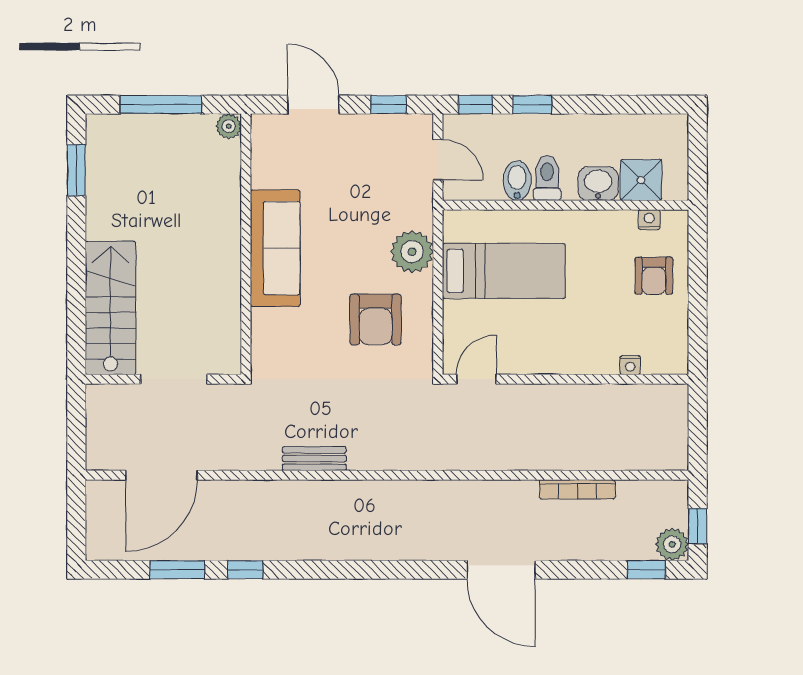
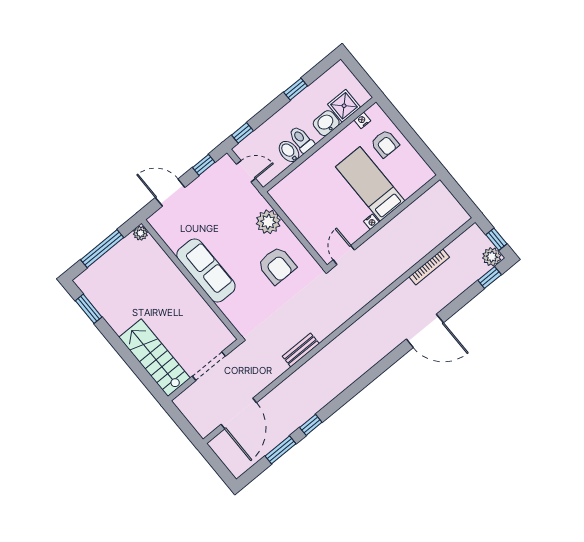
window: (532, 105) -> (296, 89), moved
bed: (504, 271) -> (370, 184), moved, turned -90
nightstand: (630, 365) -> (371, 222), moved

